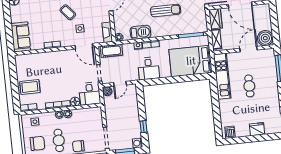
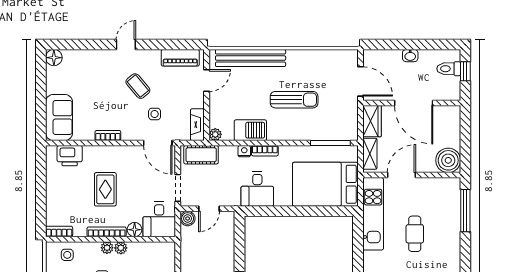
door: (248, 49) -> (401, 175), moved
printer: (30, 60) -> (70, 156), added
rug: (30, 87) -> (105, 189), moved, turned 90

